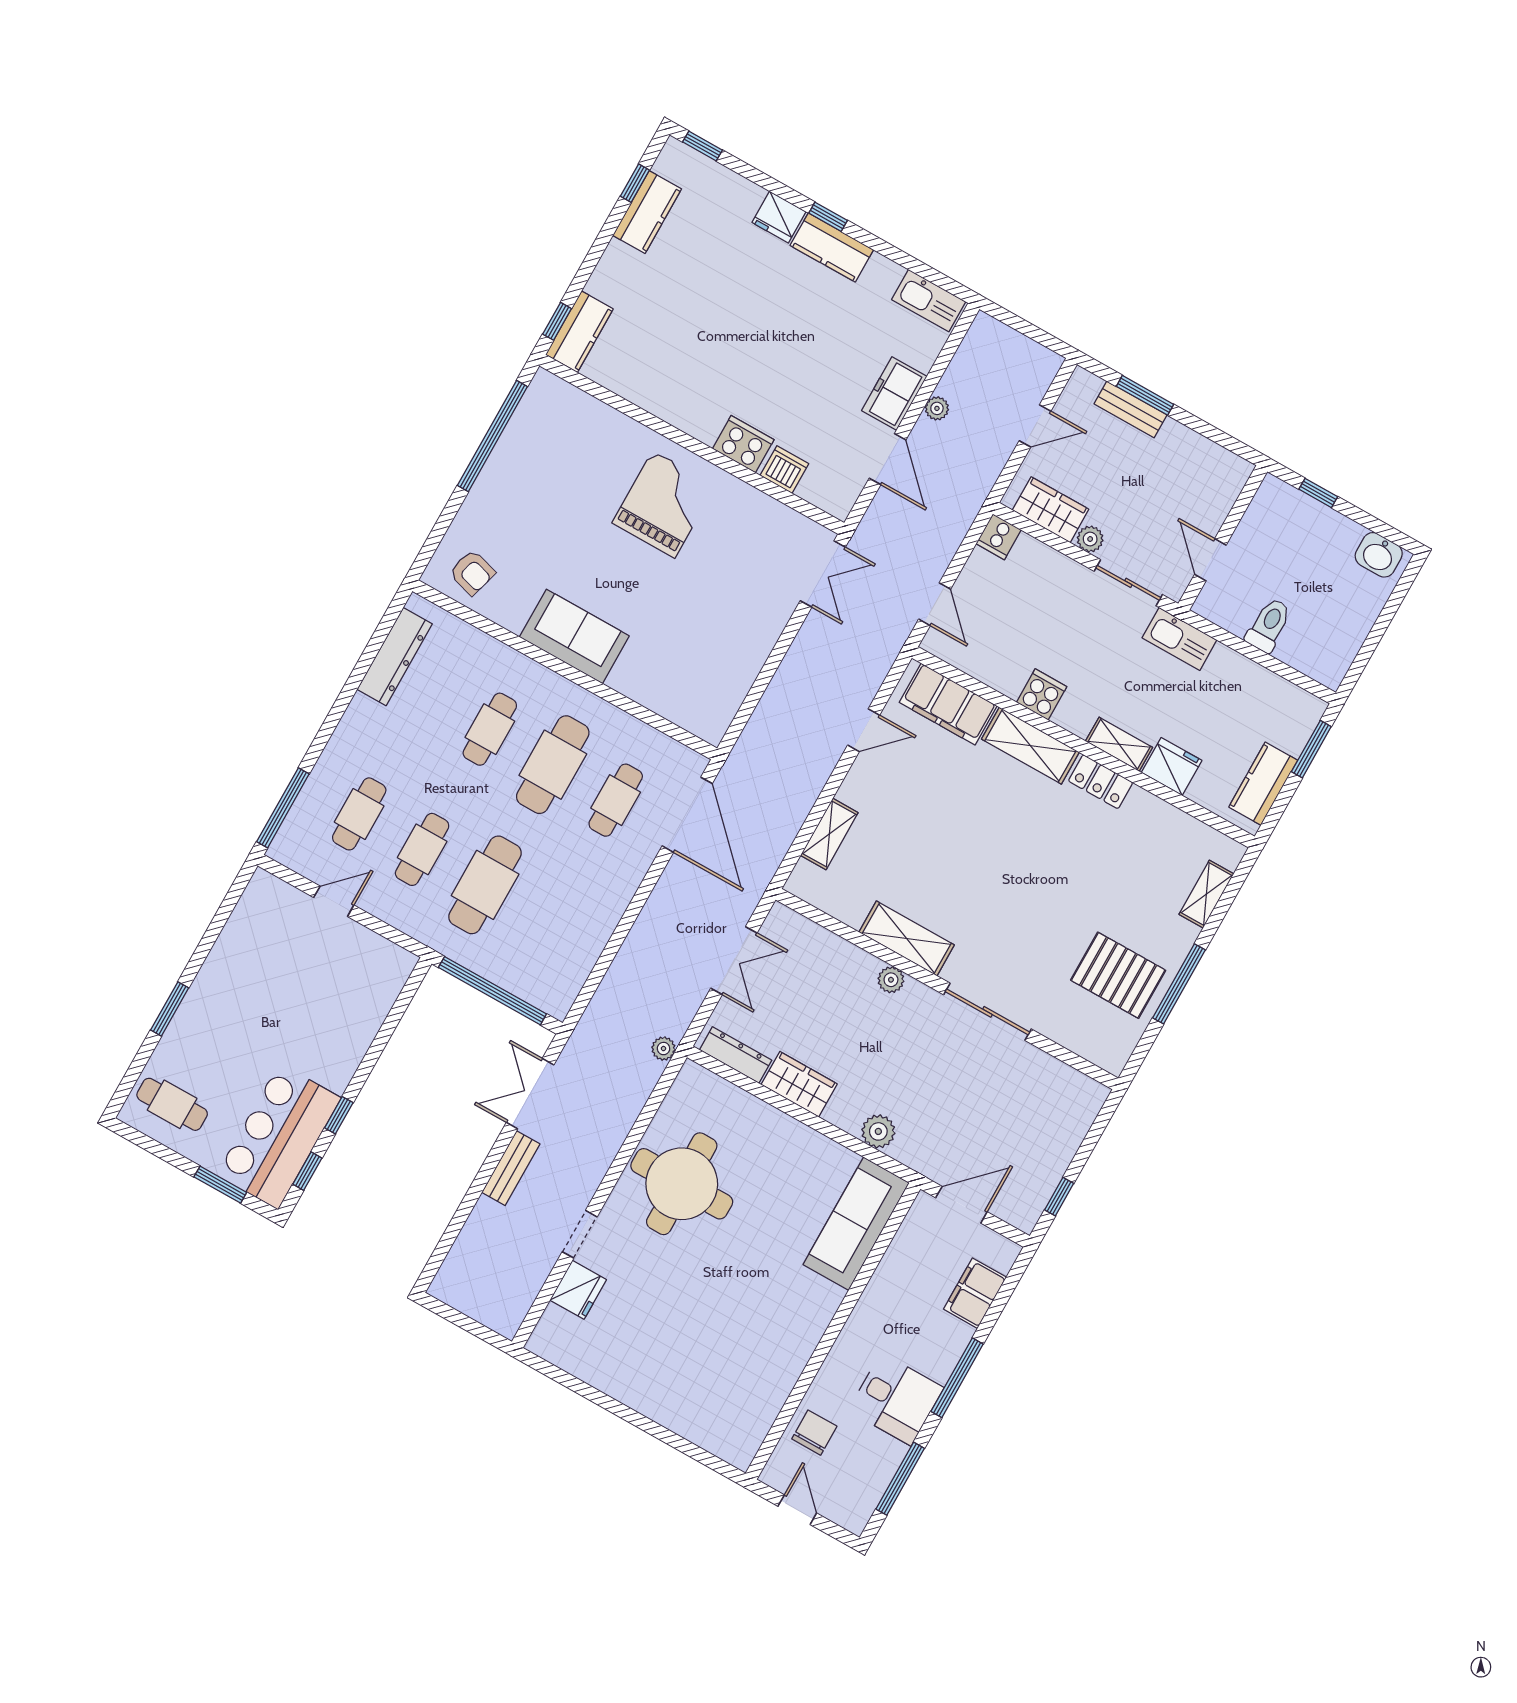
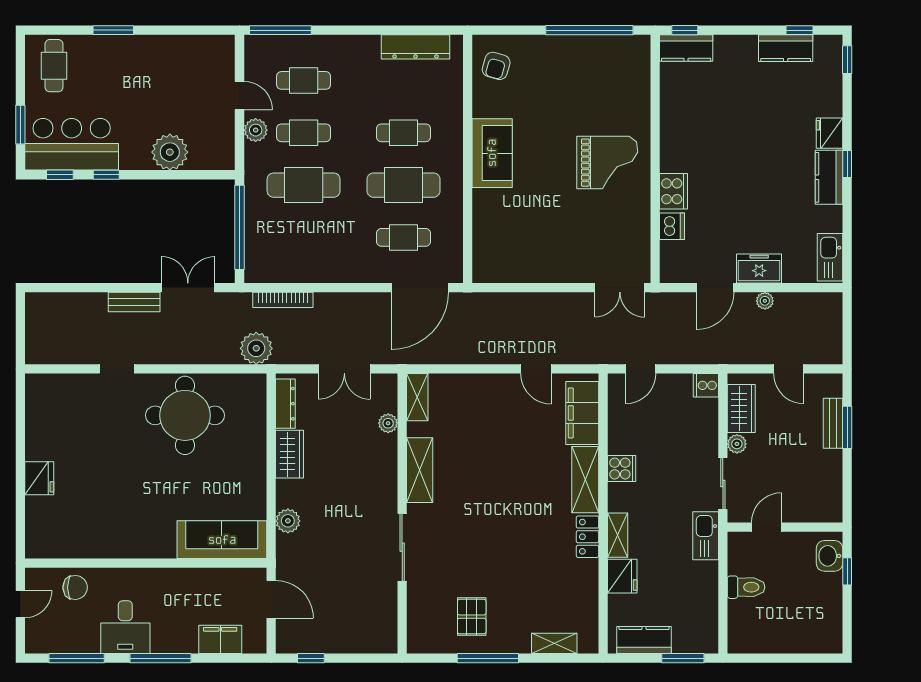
washbasin: (1379, 555) -> (829, 556), moved
shelving: (829, 834) -> (417, 397), moved, turned 90
plant: (386, 905) -> (256, 130), added
pallet: (1118, 975) -> (472, 617), width x0.67, depth x0.71
plant: (891, 980) -> (388, 423), moved
bookcase: (609, 988) -> (283, 300), added
plant: (355, 1023) -> (170, 152), added
plant: (663, 1049) -> (256, 348), width x1.88, depth x1.88
fridge: (578, 1290) -> (39, 478), moved, turned -90

